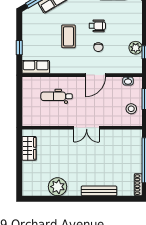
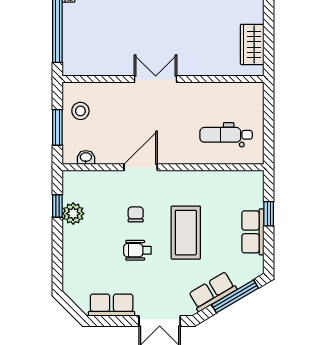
coffee table: (68, 36) -> (186, 233), width x1.36, depth x1.32
row of seats: (36, 67) -> (253, 232), moved, turned 90
dental chair: (57, 96) -> (226, 135), moved, turned 180

